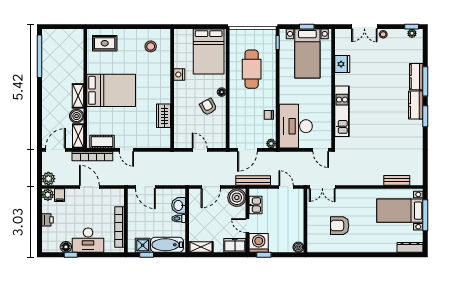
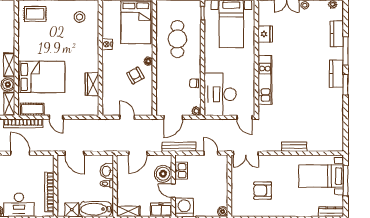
kitchen counter: (416, 77) -> (337, 34), moved
bed: (111, 90) -> (41, 77), moved
bench: (397, 180) -> (294, 147), moved
boiler: (237, 198) -> (163, 174), moved

